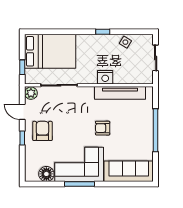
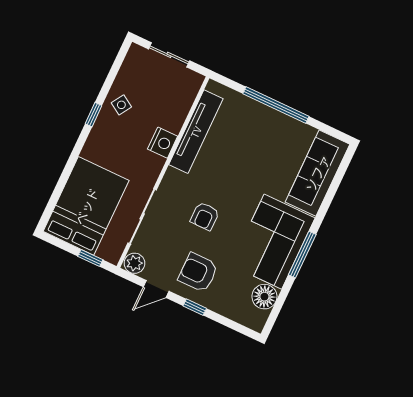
side table: (125, 42) -> (121, 105), moved
armchair: (103, 128) -> (205, 216), moved

